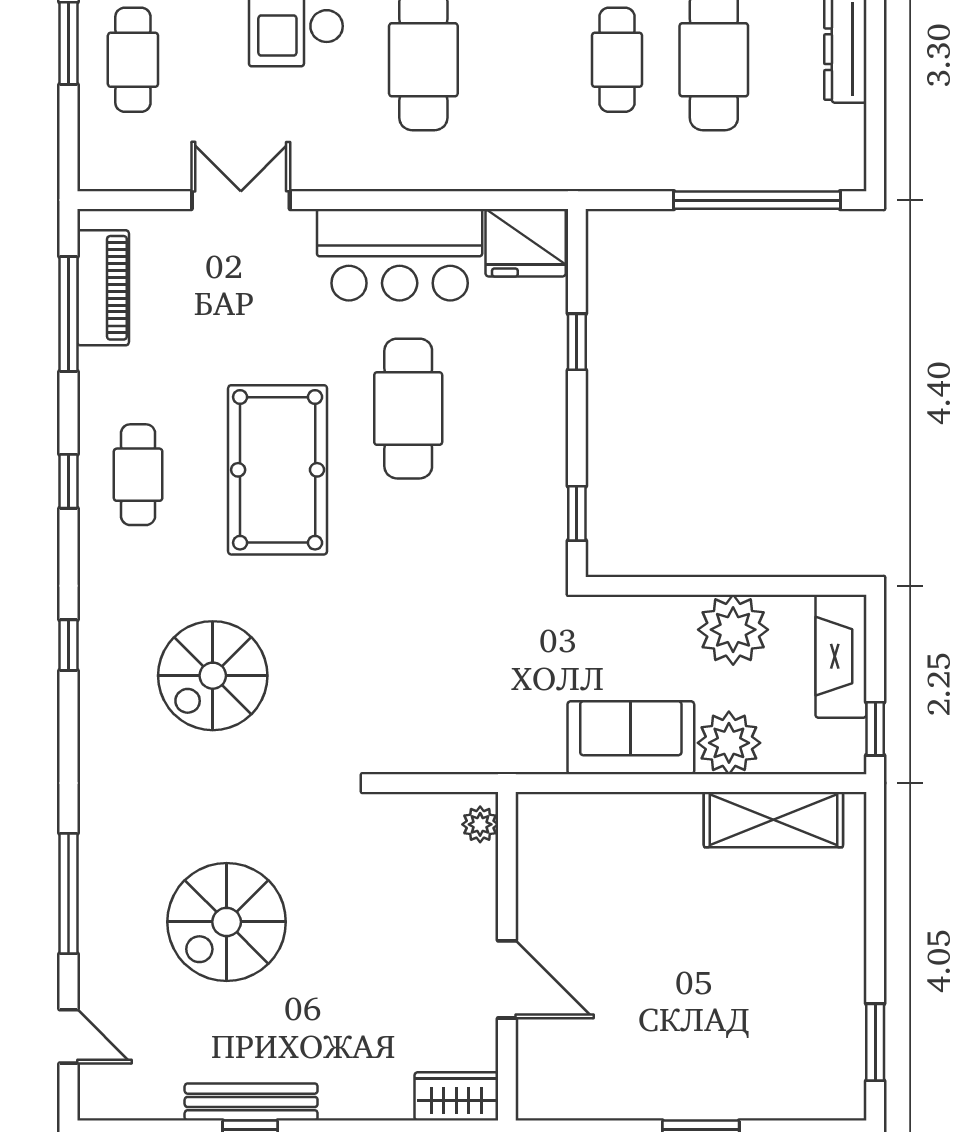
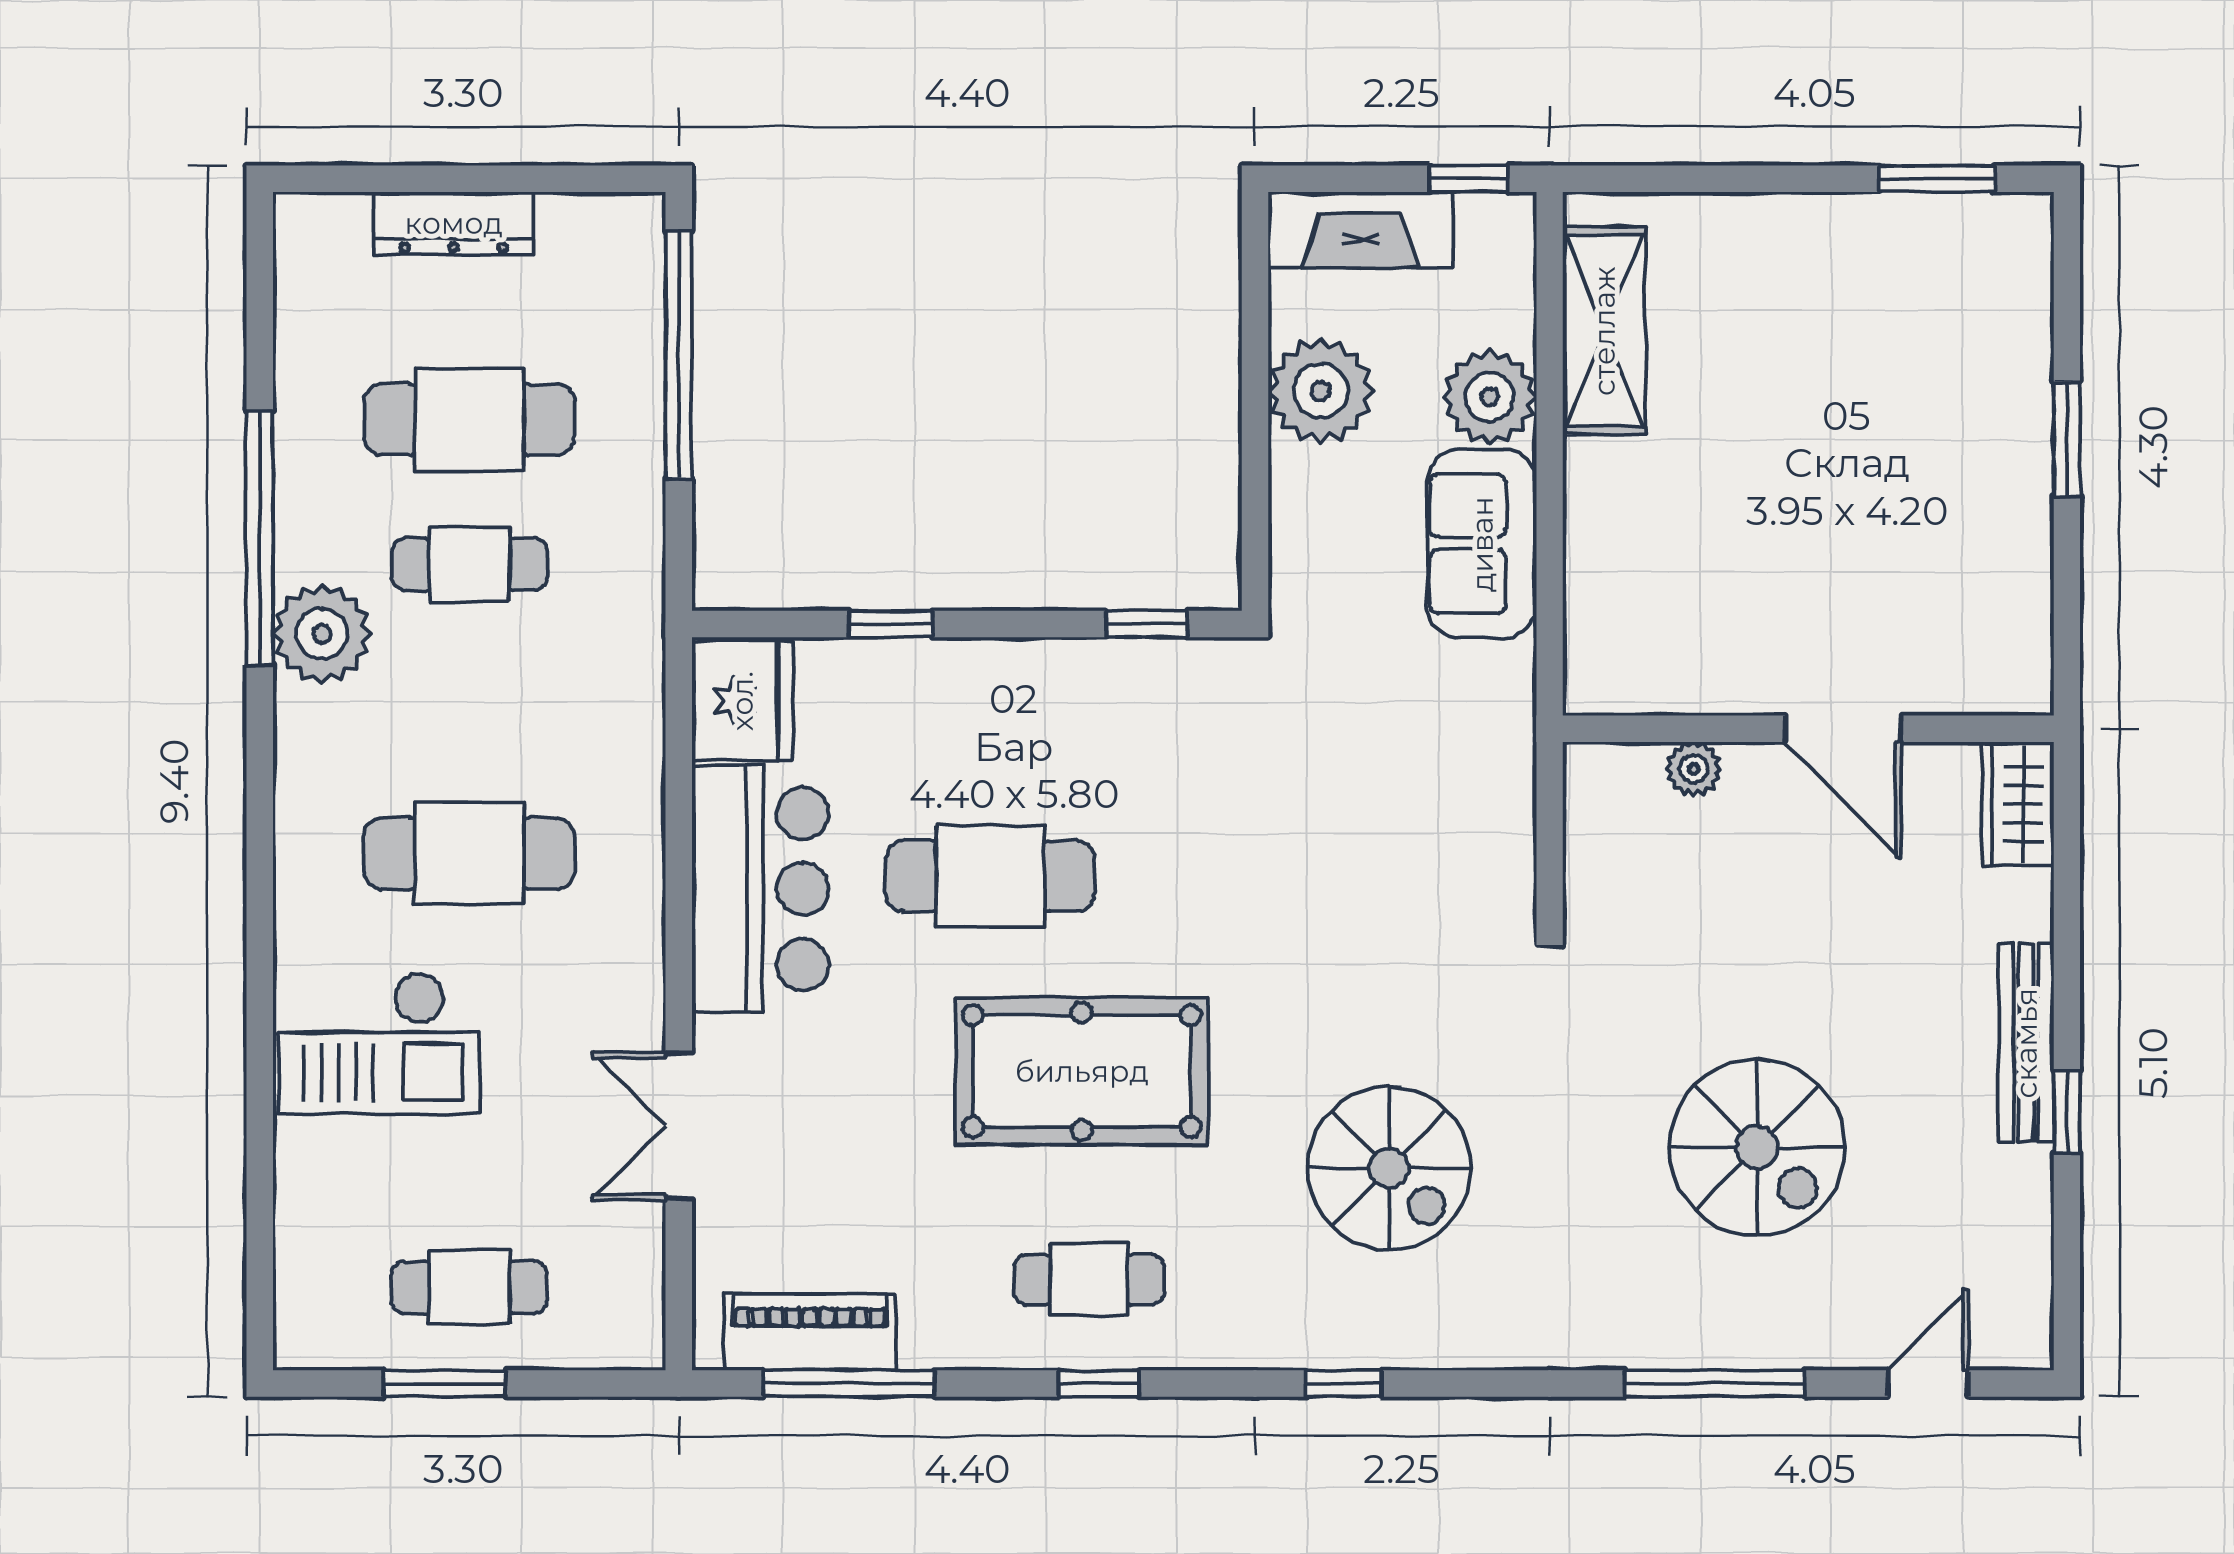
plant: (480, 824) -> (1694, 769), moved
door: (507, 979) -> (1843, 729), swing flipped
bench: (251, 1102) -> (2026, 1043), moved

